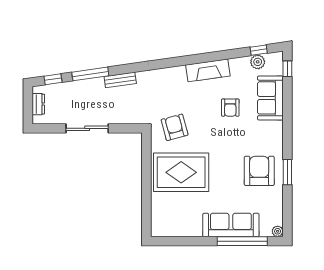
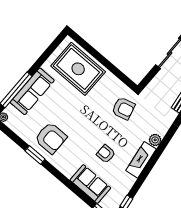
plant: (258, 62) -> (155, 140), moved
rug: (181, 172) -> (78, 69), moved, turned 90

